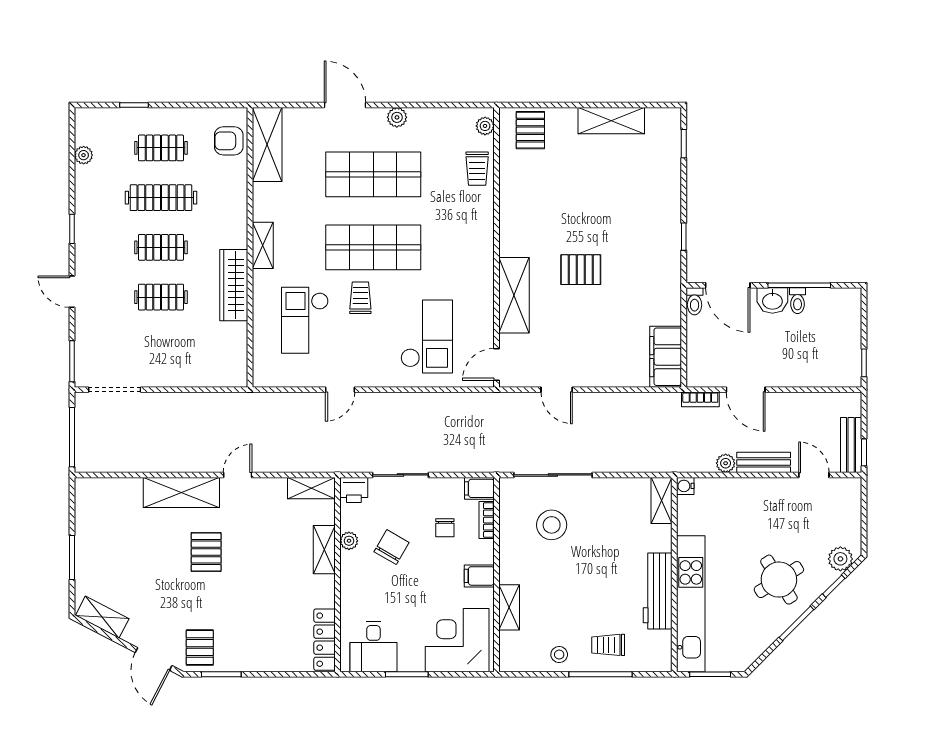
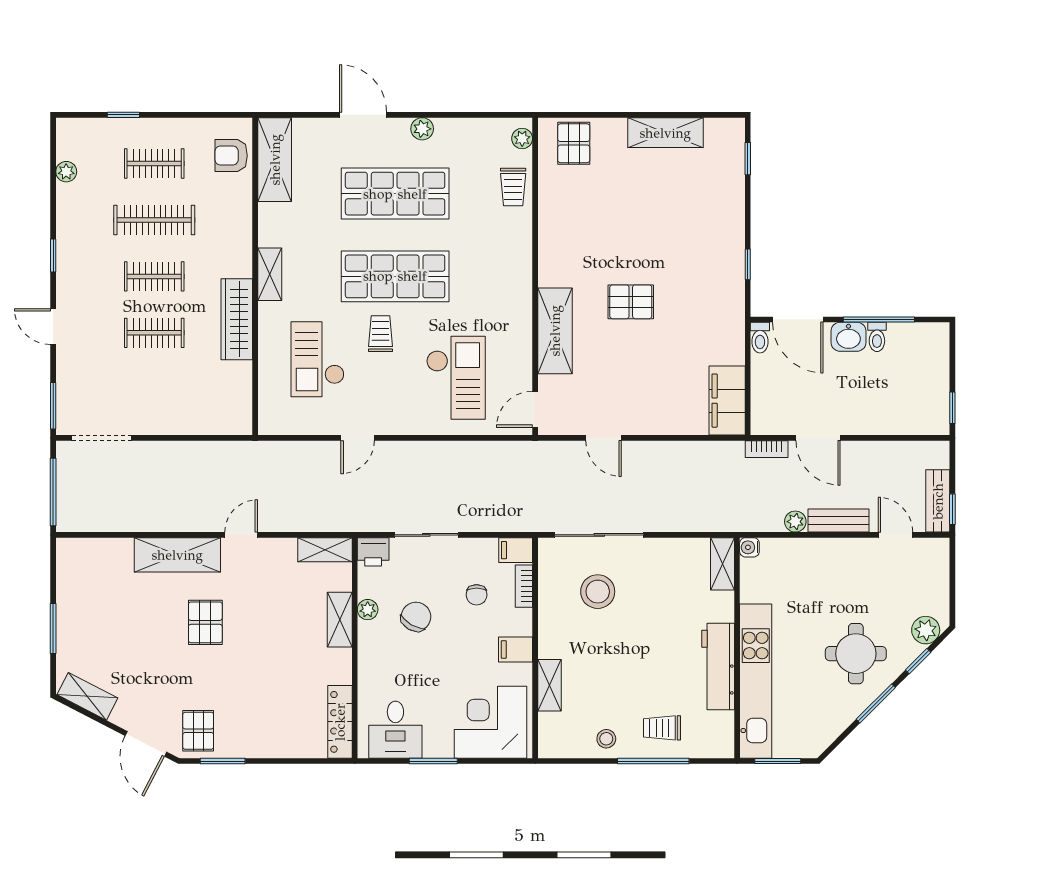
round table: (779, 580) -> (856, 654), turned 32

